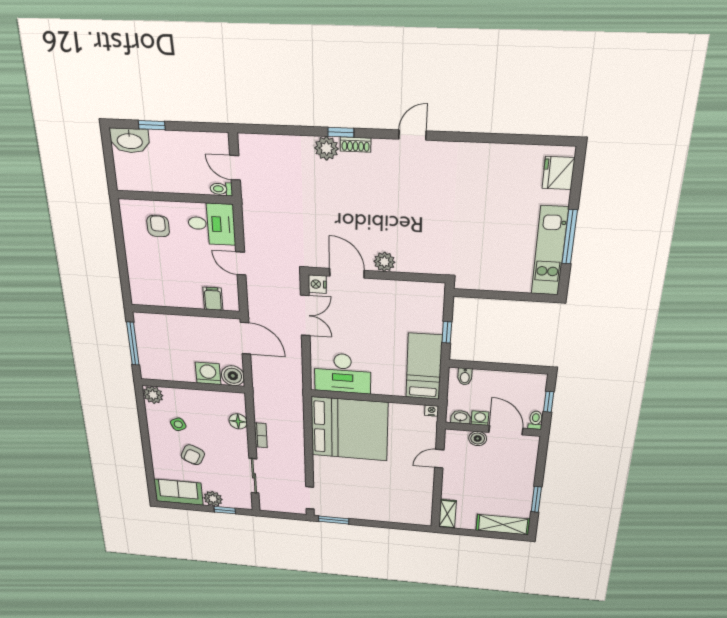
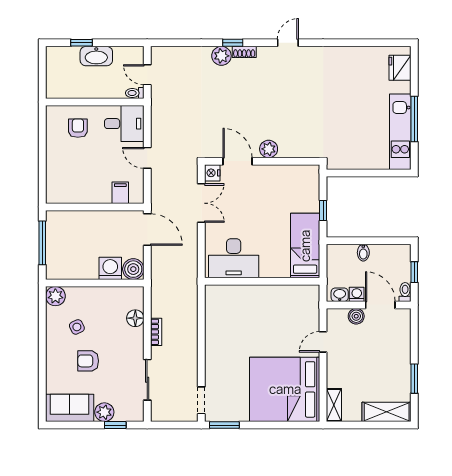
washbasin: (130, 141) -> (96, 56), moved
bidet: (465, 376) -> (363, 253), moved
nightstand: (432, 411) -> (314, 290), removed
bed: (349, 429) -> (285, 389), moved, turned 180
armchair: (193, 455) -> (88, 361), turned 65

